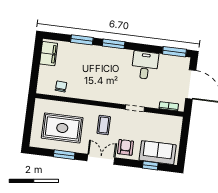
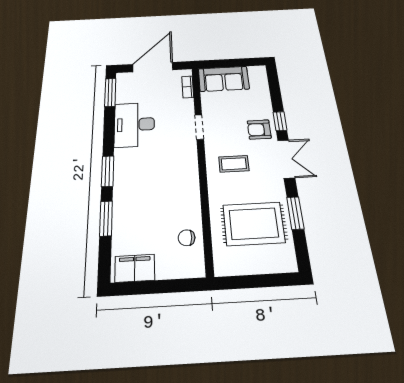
desk: (145, 65) -> (134, 125), width x1.37
rug: (62, 128) -> (254, 224), turned 90
sofa: (158, 153) -> (224, 79), moved, turned -90
double door: (101, 159) -> (286, 159), swing flipped
window: (150, 165) -> (280, 121), moved

